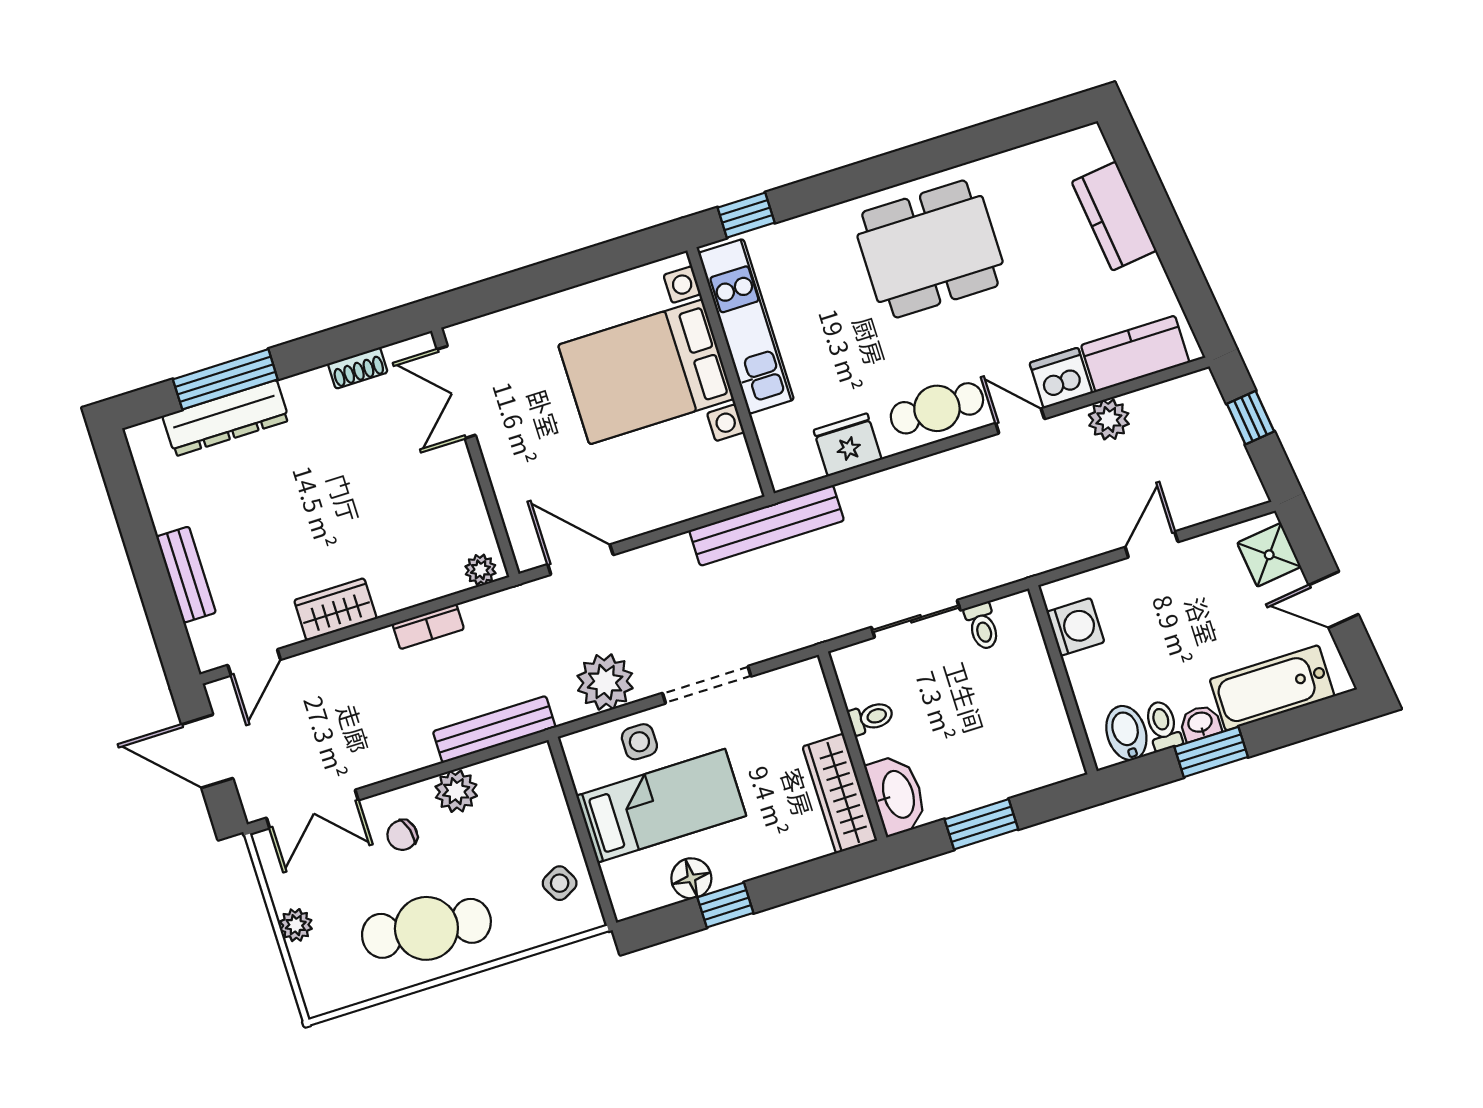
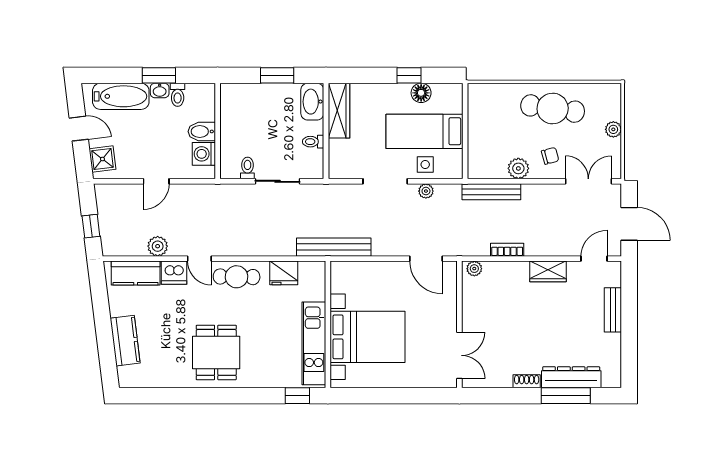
dining table: (930, 249) -> (216, 352), width x0.73
shoe rack: (358, 368) -> (527, 381), moved
plant: (605, 682) -> (426, 191), width x0.53, depth x0.53
bidet: (1126, 733) -> (202, 131), moved, turned 90
side table: (560, 883) -> (483, 110), removed

